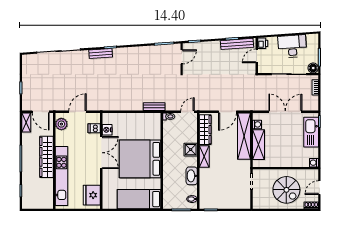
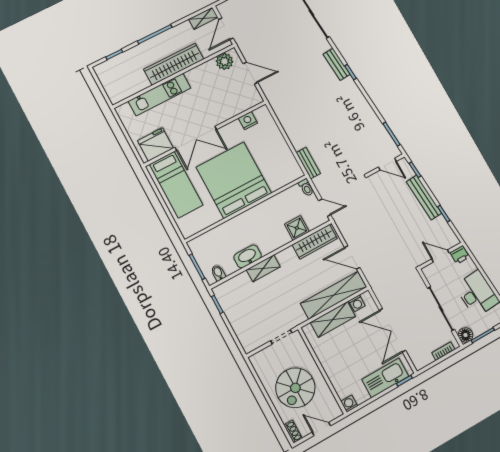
bench: (237, 44) -> (424, 197), moved
double door: (285, 112) -> (392, 330), swing flipped
dishwasher: (94, 128) -> (241, 104), removed
shower: (191, 150) -> (297, 228), moved
double door: (101, 153) -> (196, 138), moved
shelving: (204, 156) -> (263, 268), moved
kitchen unit: (61, 176) -> (160, 95), width x0.73
bed: (139, 199) -> (176, 185), moved, turned 180

